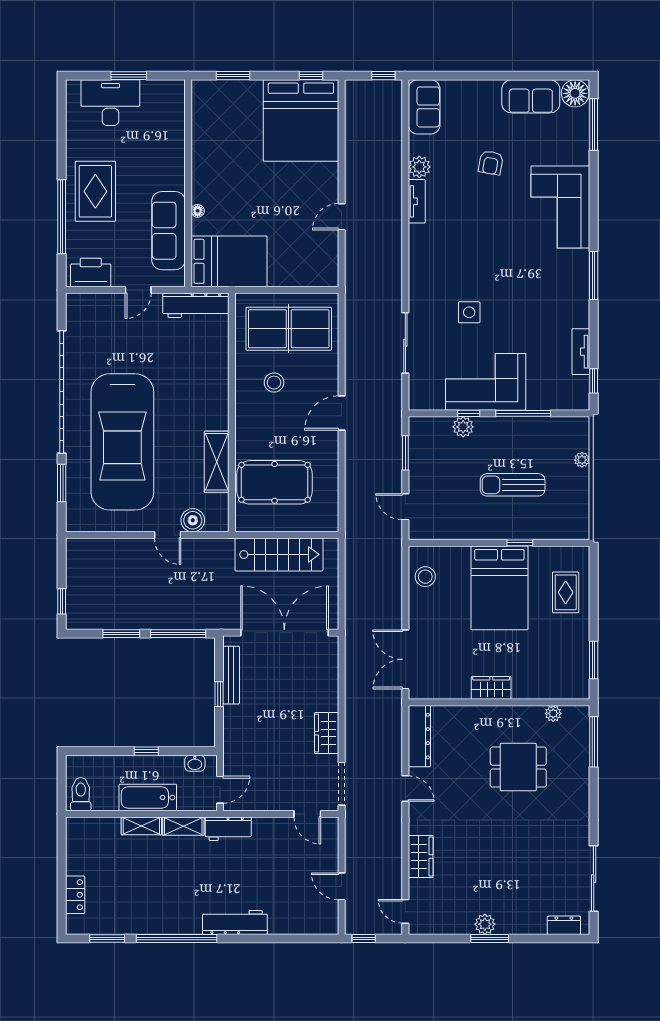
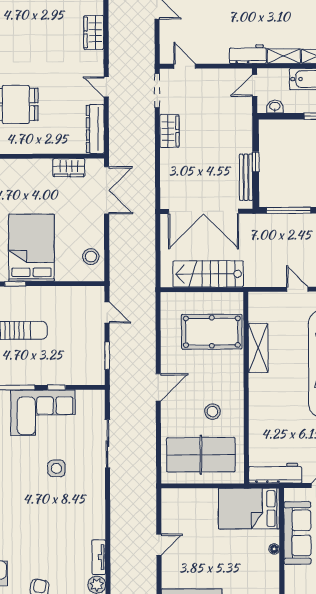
plant: (463, 427) -> (61, 377), removed
boiler: (193, 520) -> (277, 301), removed
wardrobe: (491, 688) -> (69, 168), moved

